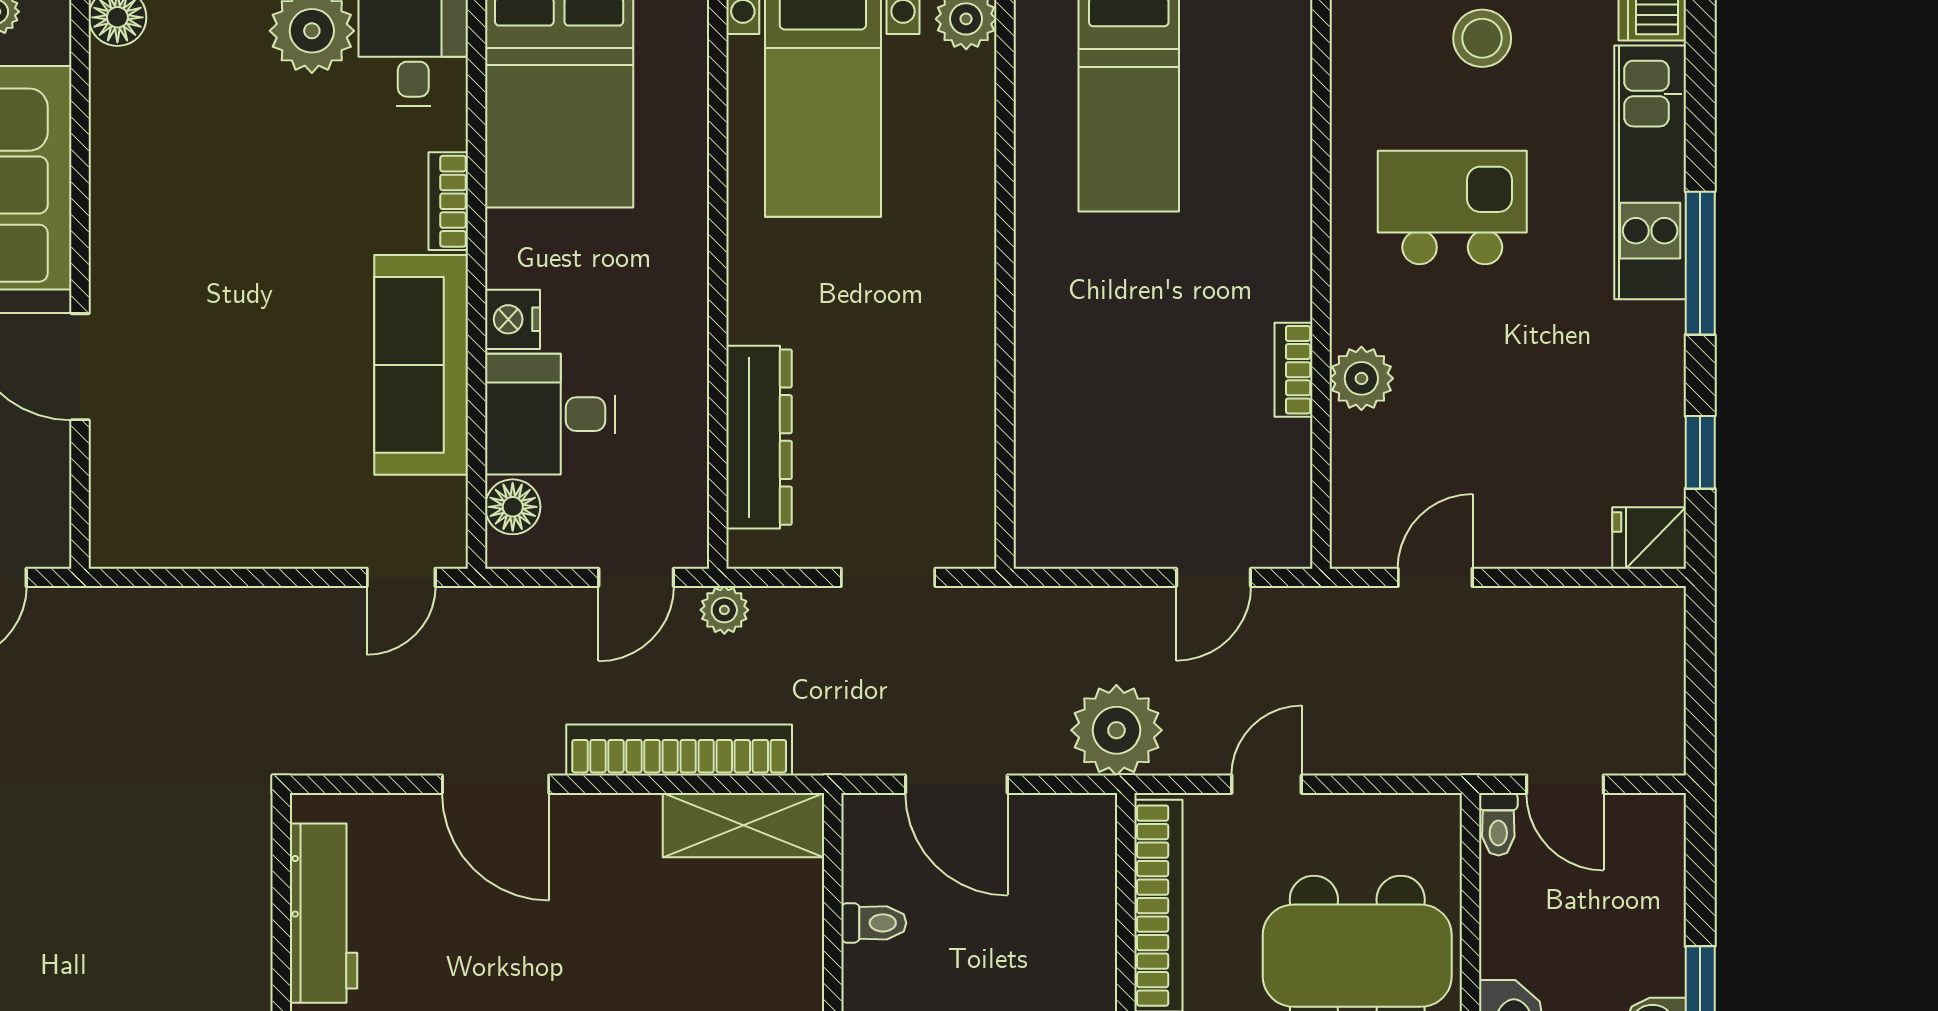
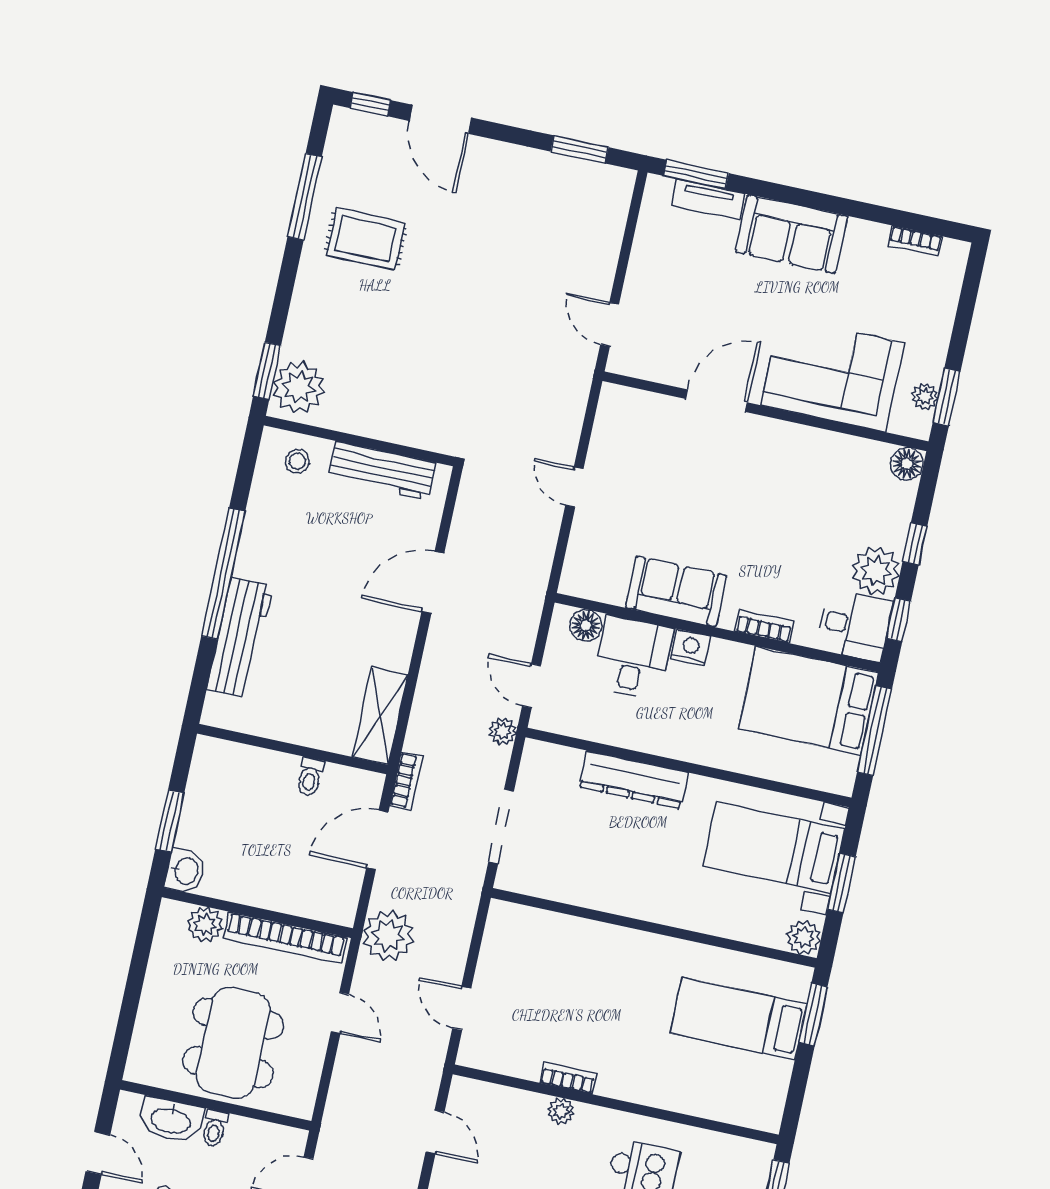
sofa: (421, 365) -> (676, 591), width x0.73
plant: (1361, 378) -> (561, 1111), width x0.73, depth x0.73
dresser: (759, 437) -> (634, 780), moved
door: (401, 577) -> (574, 487), moved
doorway: (888, 577) -> (501, 826), width x1.38
bookcase: (679, 750) -> (406, 781), moved, width x0.43, depth x0.76
toilet: (1498, 824) -> (214, 1128), moved, turned -90

